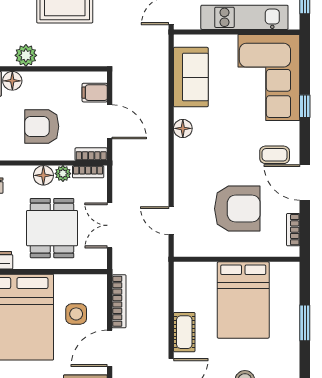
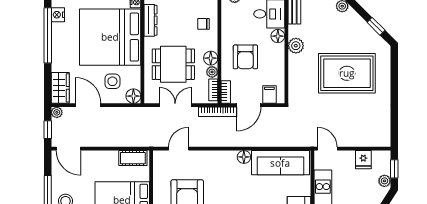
sofa: (191, 77) -> (280, 163), width x1.36
armchair: (42, 126) -> (245, 57), turned 180
floor lamp: (97, 284) -> (133, 96), added
bookcase: (119, 301) -> (218, 112), moved
cot: (184, 332) -> (133, 158), moved

